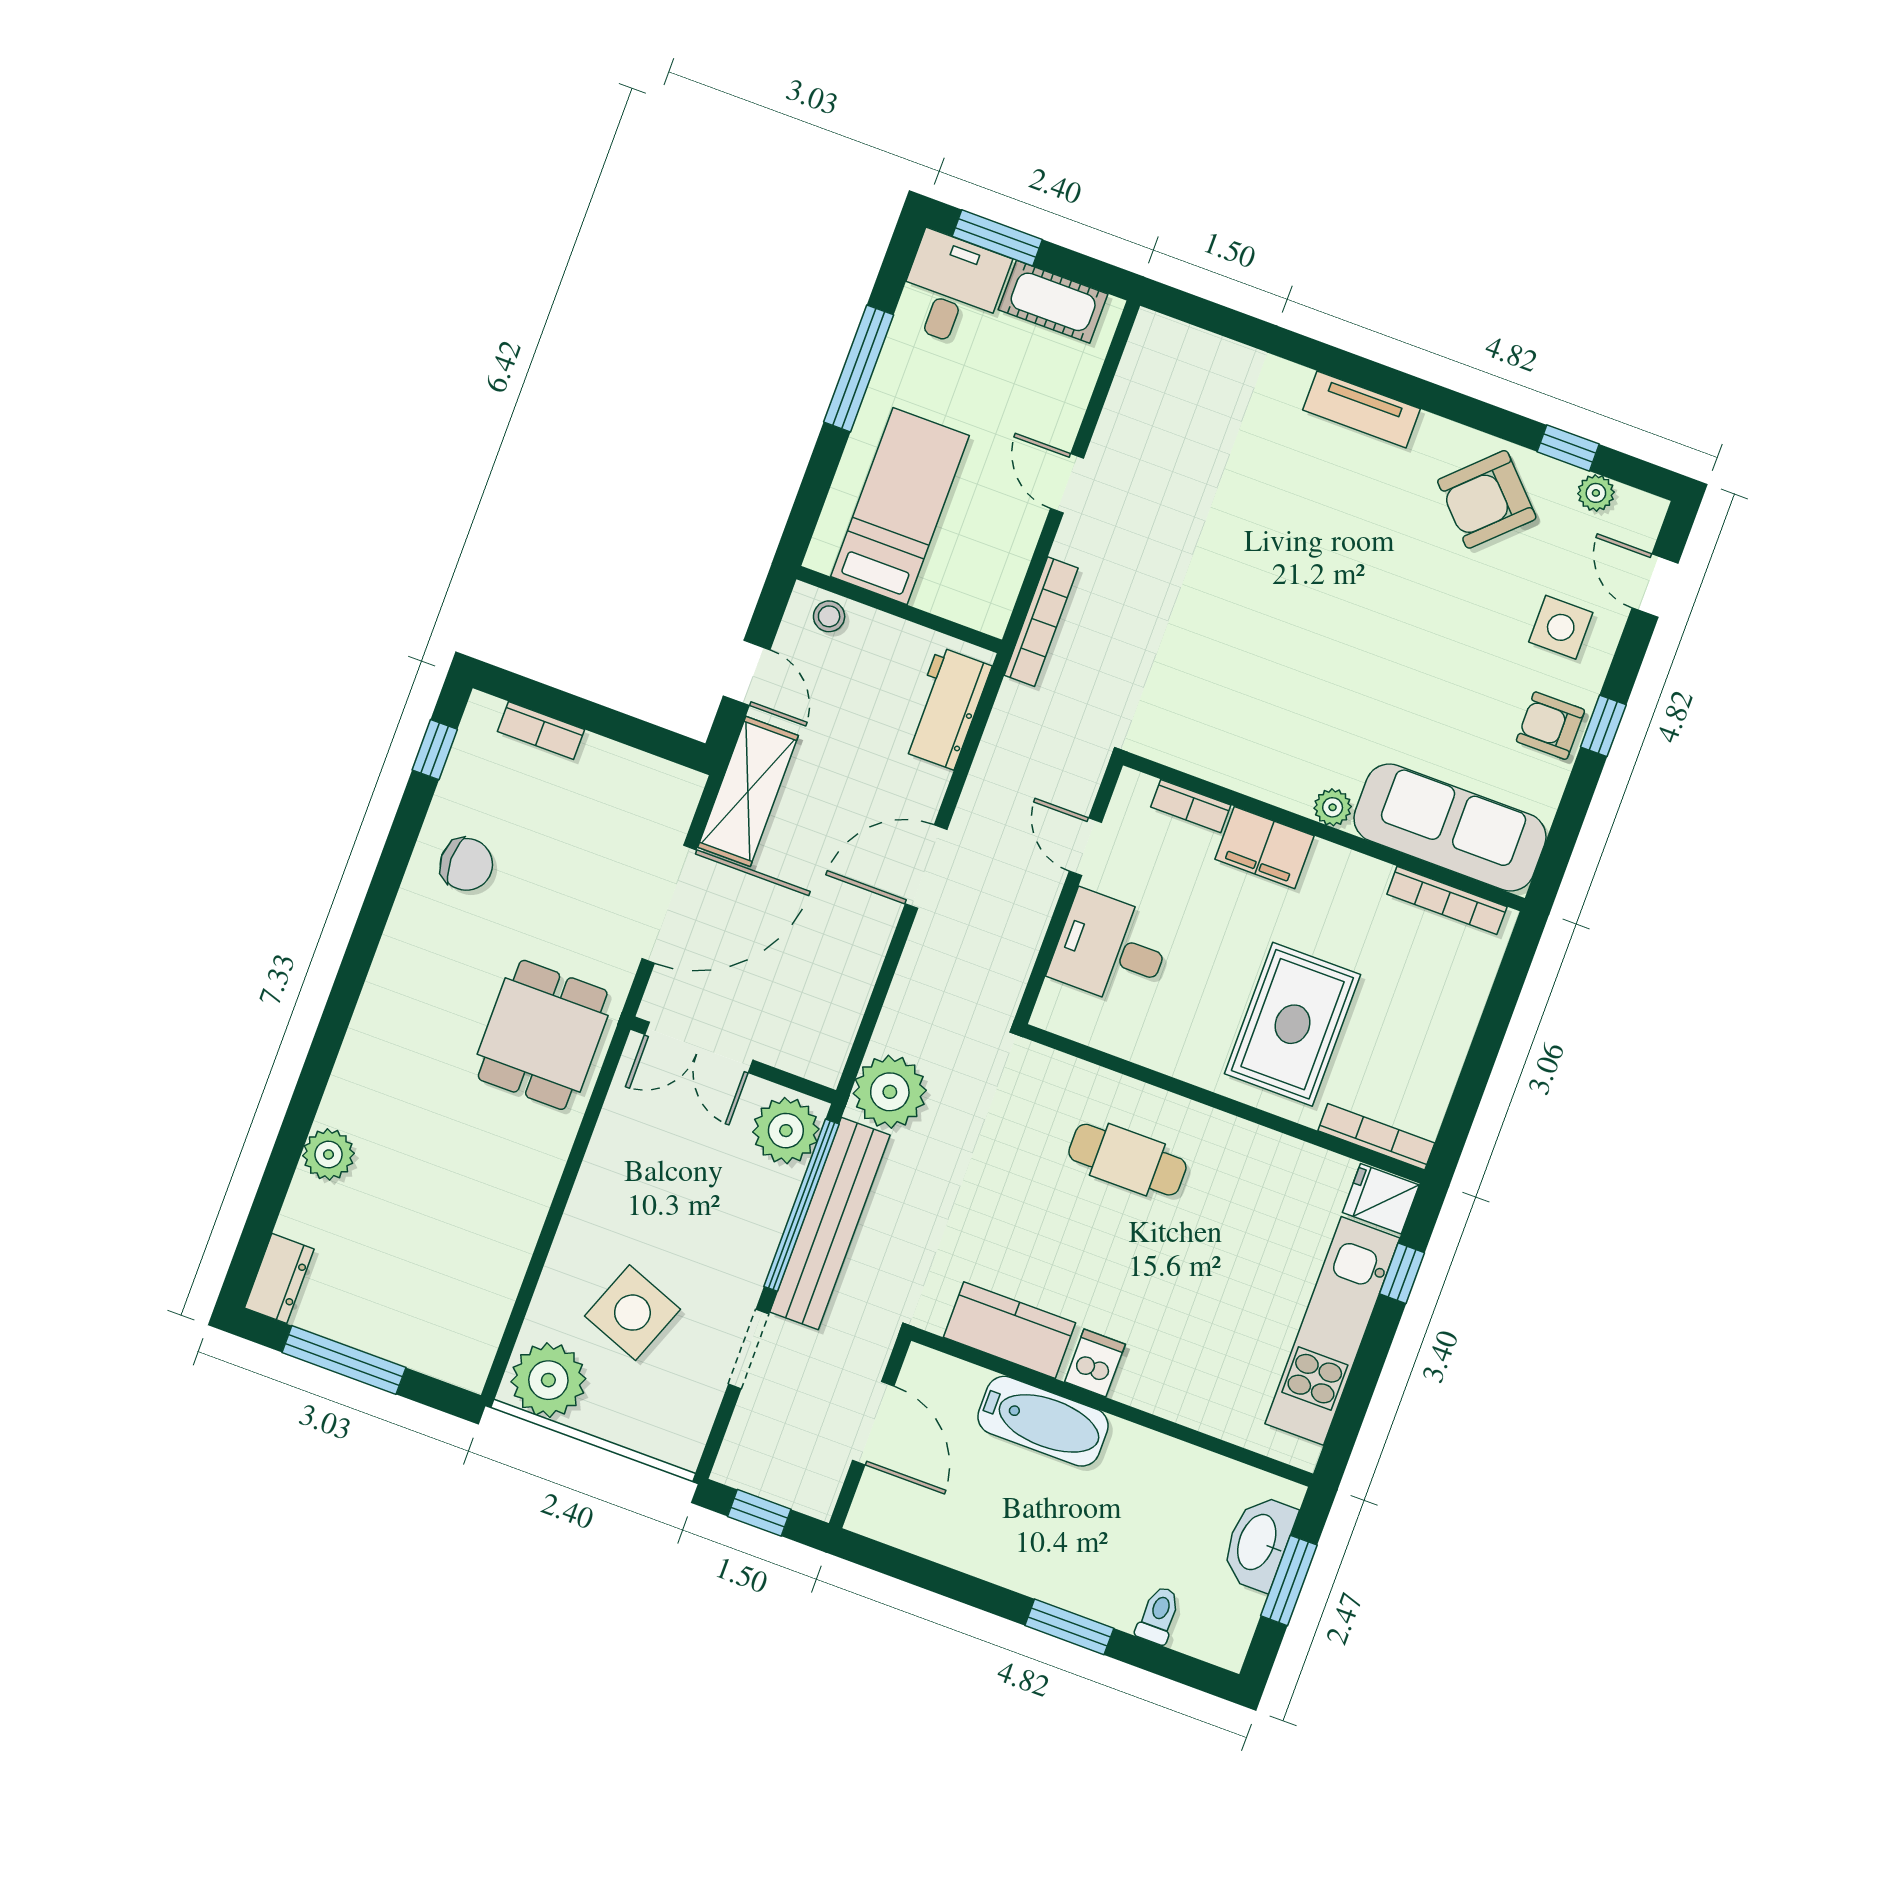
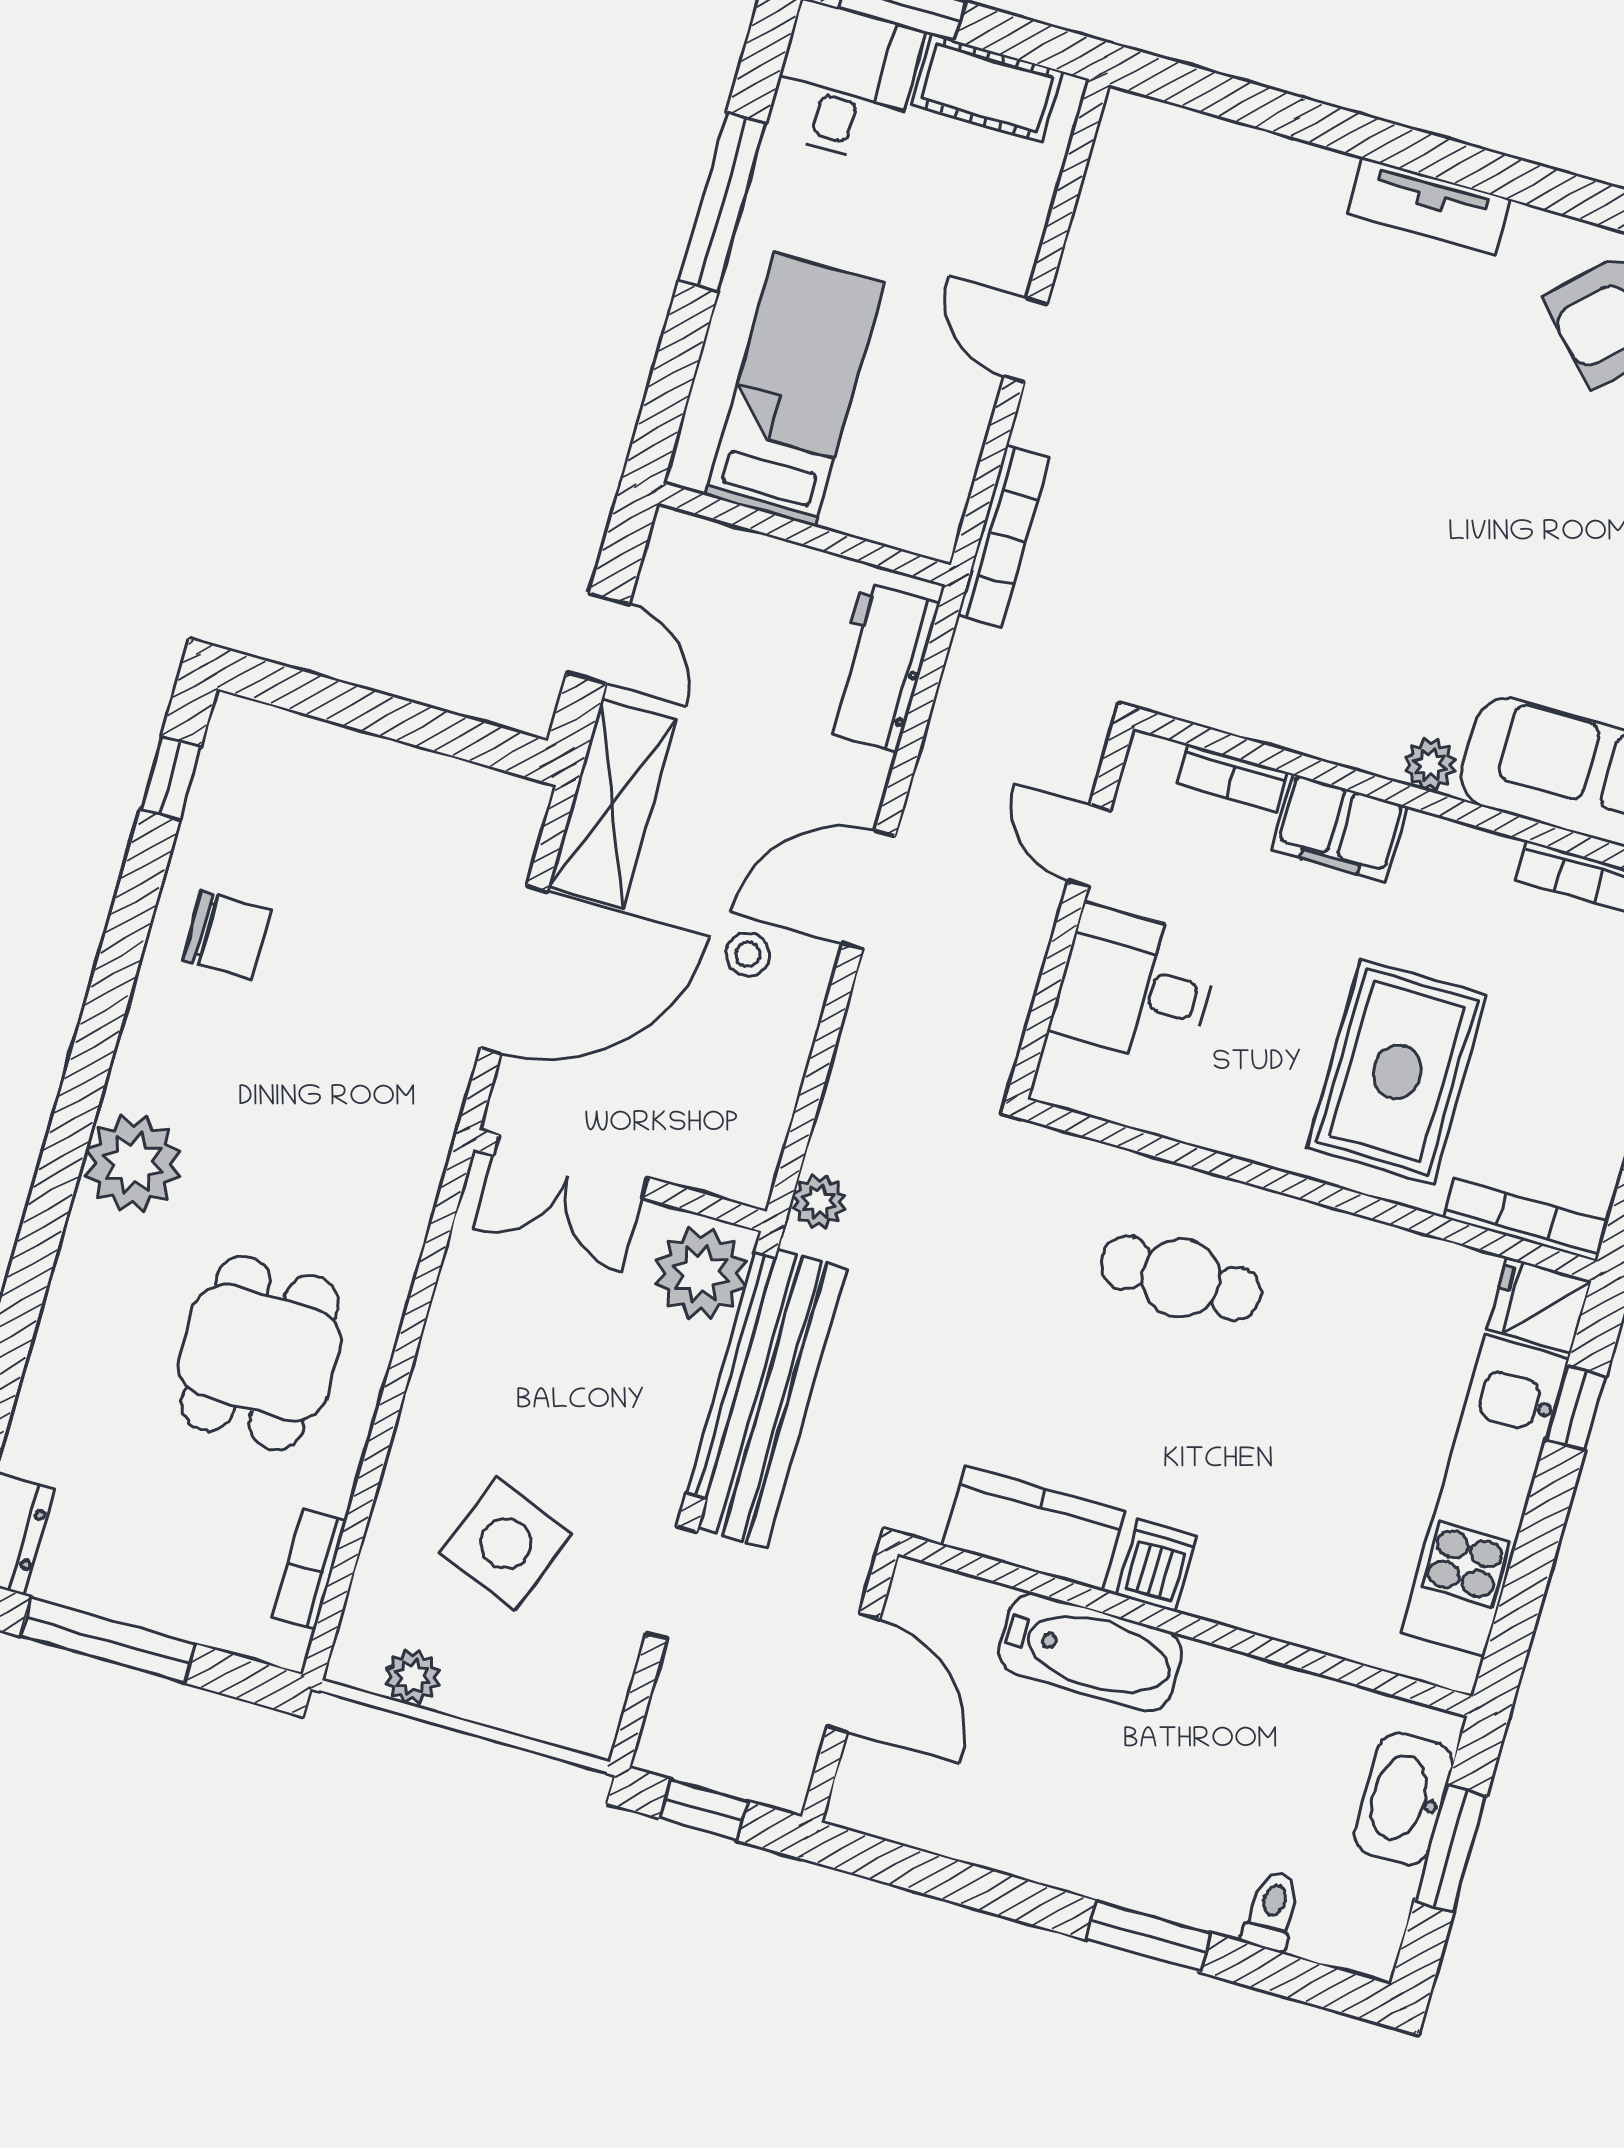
stool: (829, 616) -> (748, 954), moved
bookcase: (541, 730) -> (309, 1569), moved, turned 90
dining table: (543, 1035) -> (260, 1353), moved
plant: (890, 1092) -> (819, 1202), width x0.53, depth x0.53
plant: (328, 1154) -> (133, 1163), moved, width x1.36, depth x1.36
plant: (548, 1380) -> (412, 1677), width x0.53, depth x0.53

